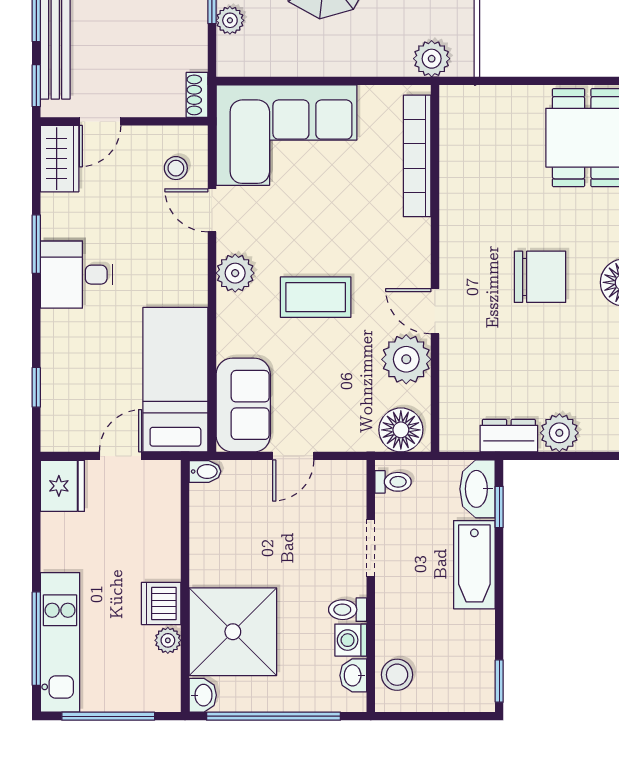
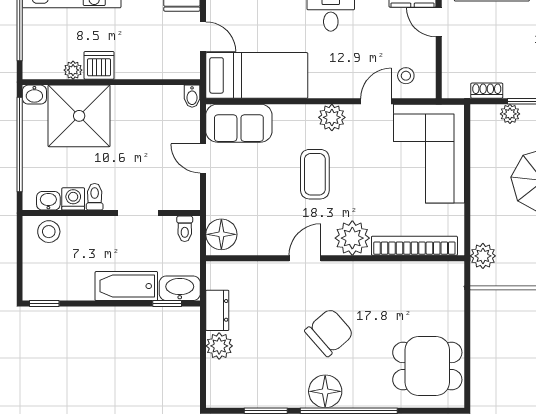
shoe rack: (197, 95) -> (487, 91), moved
chair: (540, 277) -> (329, 332), turned -131
plant: (406, 359) -> (352, 238), moved

